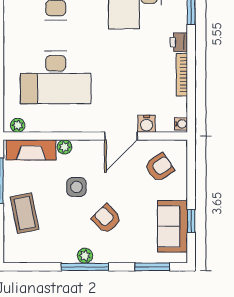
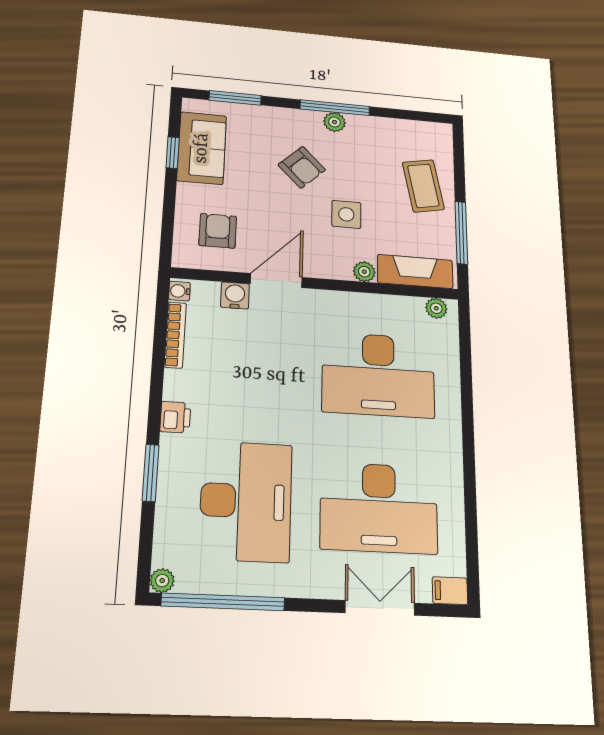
bookcase: (182, 75) -> (175, 335), moved
desk: (56, 77) -> (378, 375), turned 180
armchair: (159, 167) -> (218, 231), turned 124

